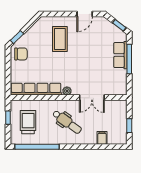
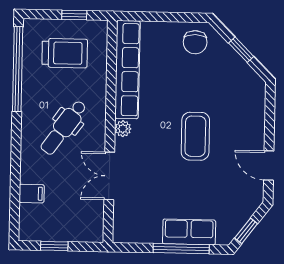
window: (17, 37) -> (241, 50), moved
coffee table: (60, 39) -> (195, 136), moved, turned 90

